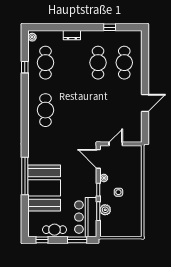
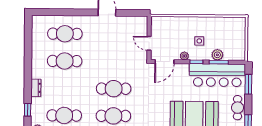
window: (110, 27) -> (28, 110), moved
cafe table: (72, 110) -> (114, 89), added
bar counter: (86, 217) -> (217, 75), width x1.36

